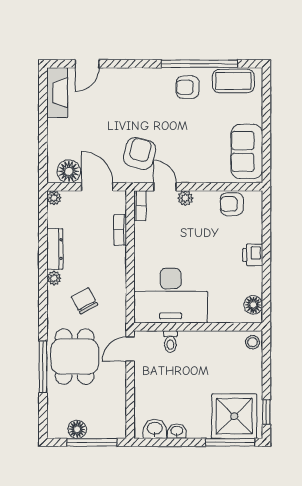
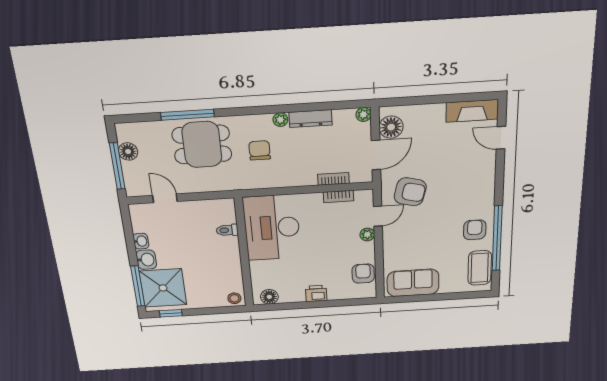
bookcase: (140, 206) -> (339, 196), moved
chair: (85, 301) -> (260, 150), turned -61
door: (130, 349) -> (165, 198), moved
washbasin: (155, 429) -> (146, 260), moved

